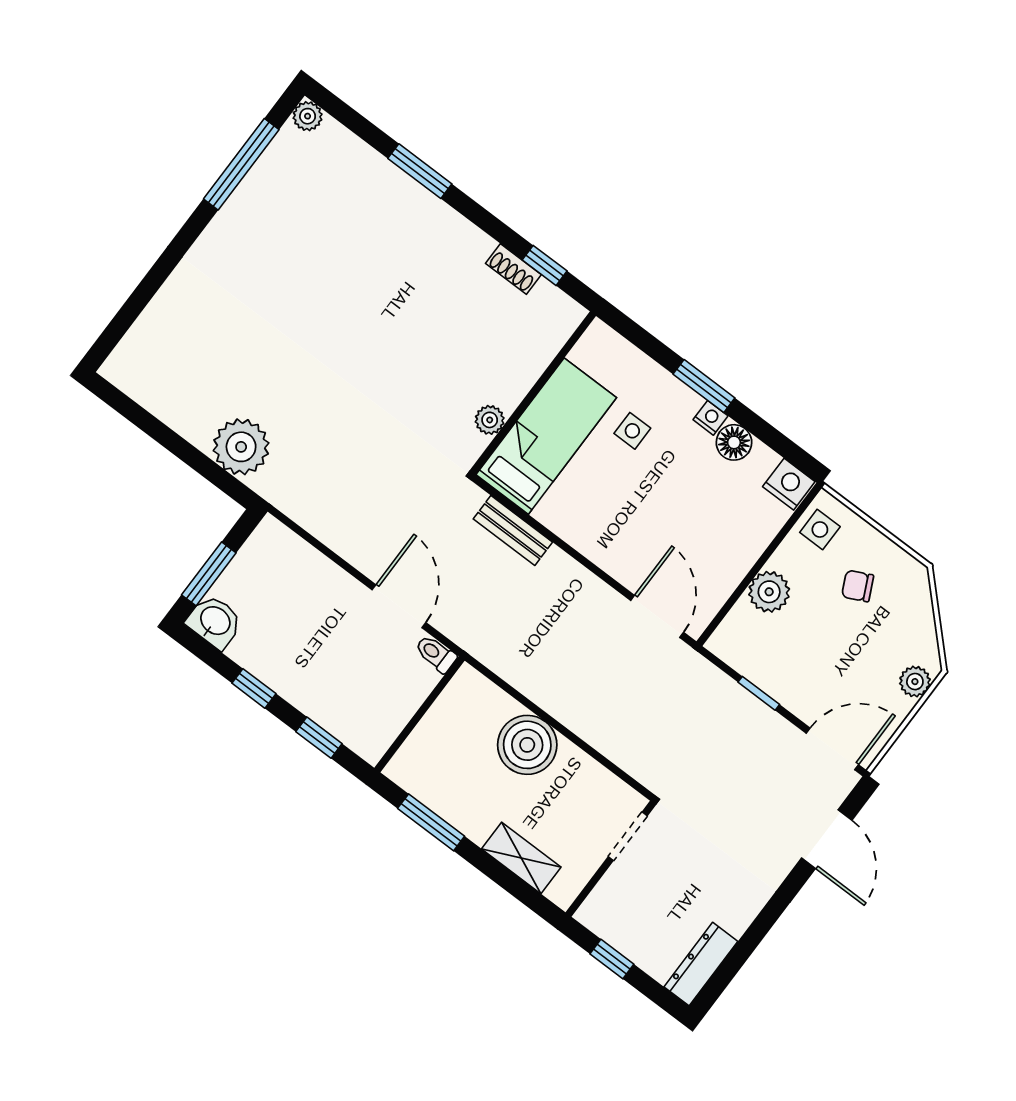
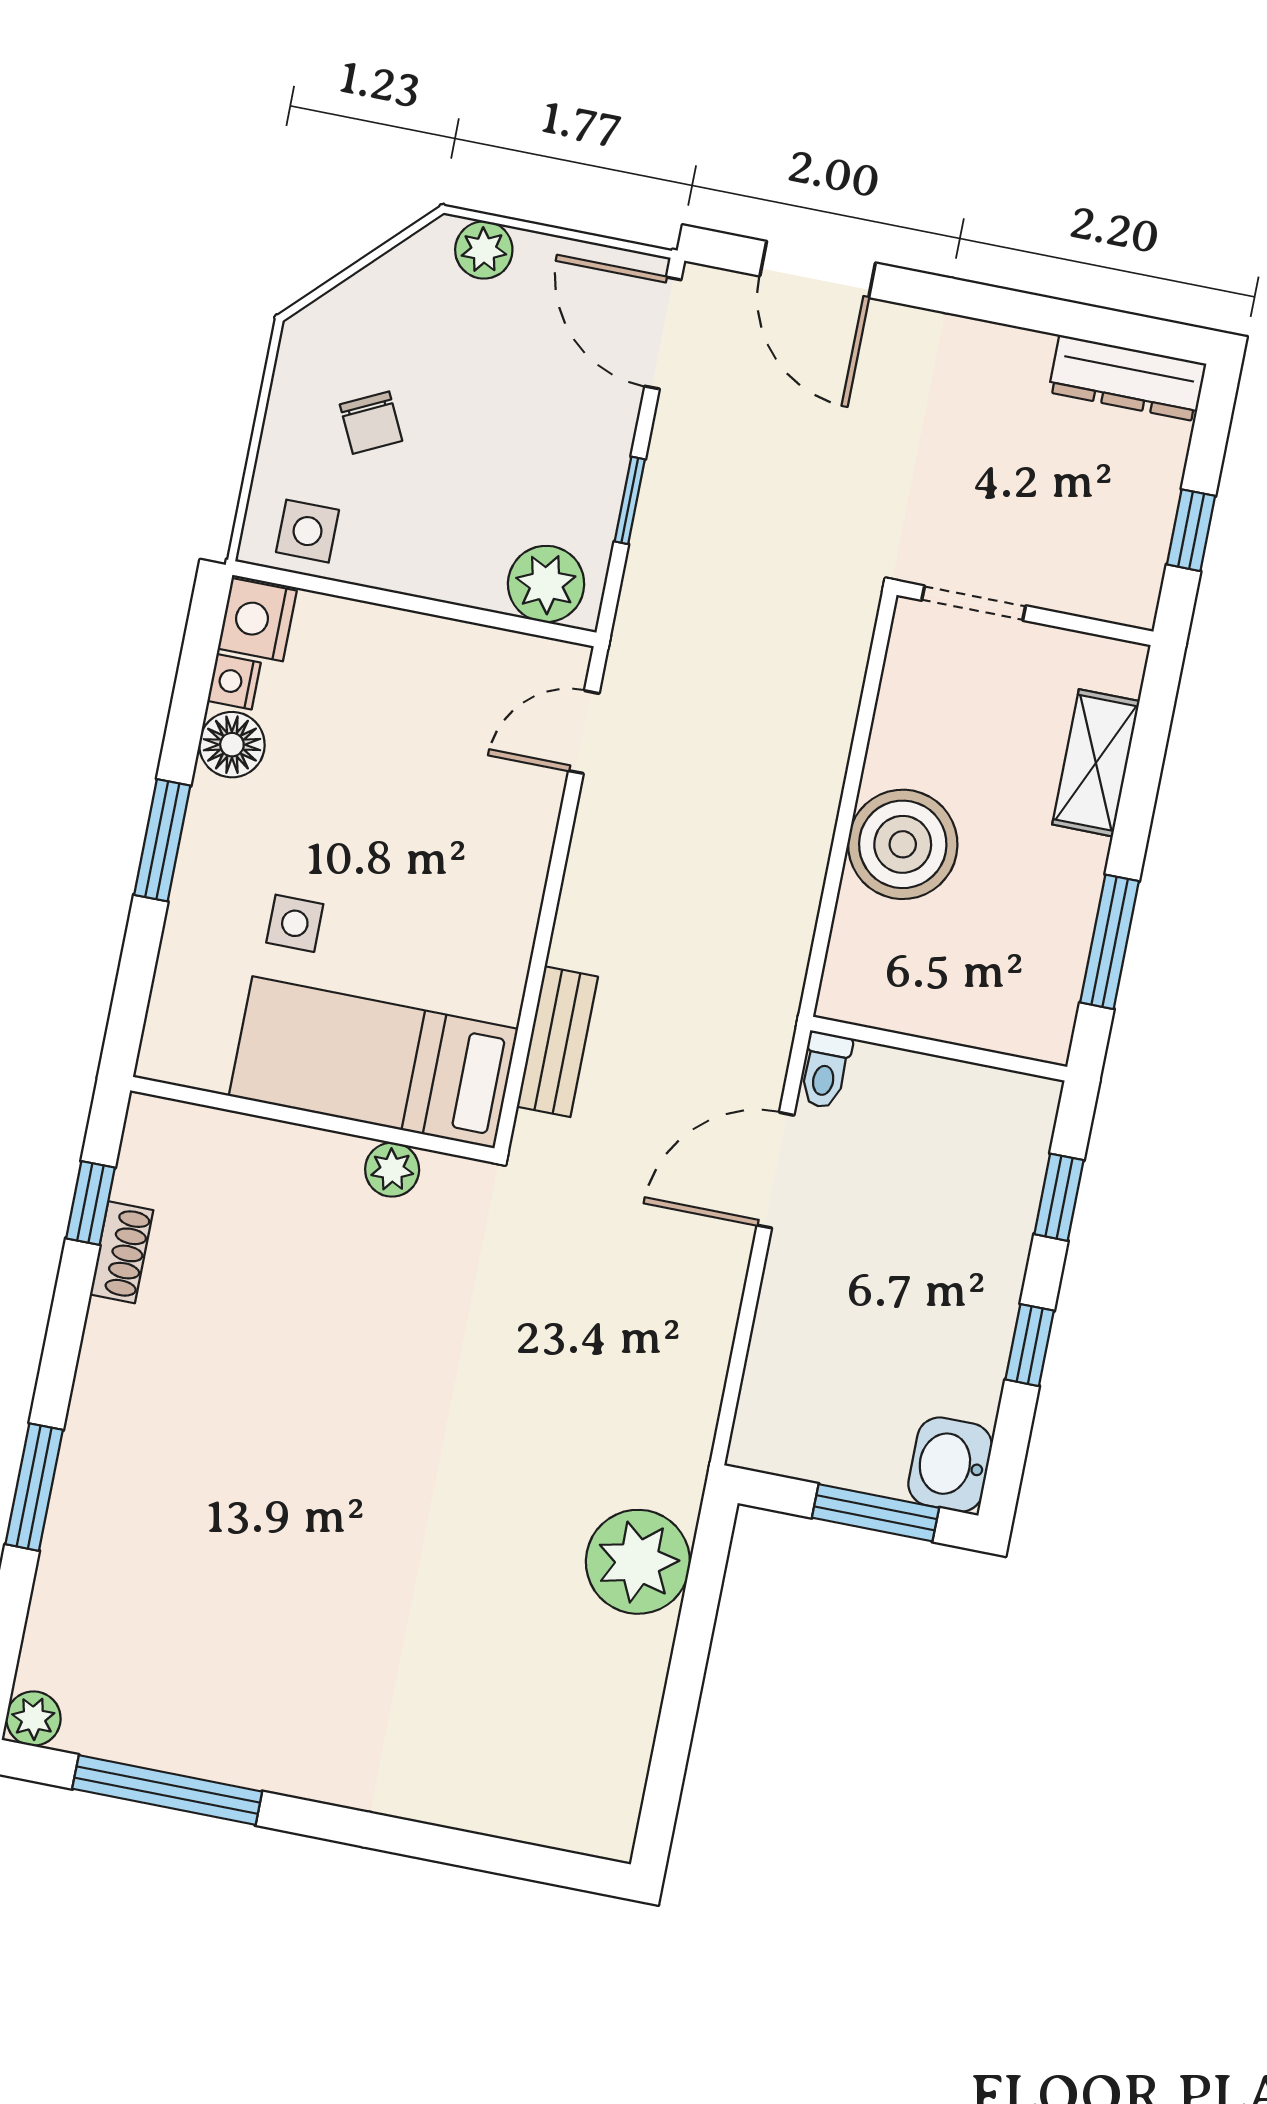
nightstand: (711, 418) -> (234, 682), moved
plant: (769, 592) -> (546, 584), moved
door: (657, 616) -> (584, 732), width x0.73
door: (827, 839) -> (818, 269), swing flipped

